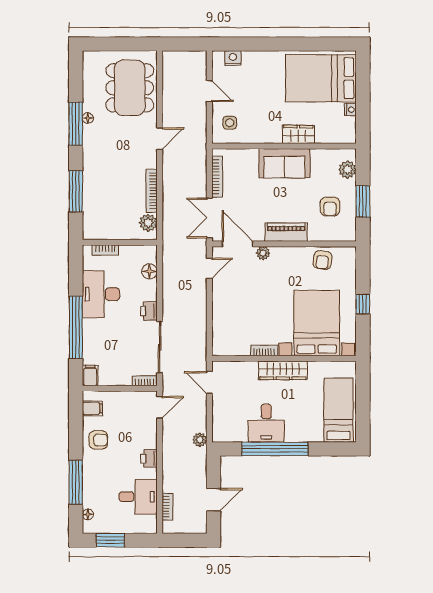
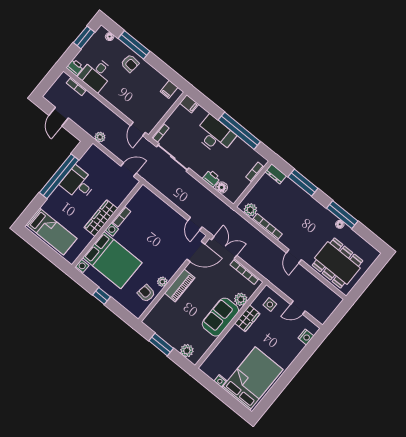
wardrobe: (298, 134) -> (247, 318), moved
plant: (249, 157) -> (241, 299), added
armchair: (330, 207) -> (174, 323), removed
dresser: (90, 227) -> (276, 174), added
plant: (263, 253) -> (162, 282), moved
desk: (101, 294) -> (215, 135), moved
printer: (149, 311) -> (211, 178), moved
window: (76, 327) -> (239, 131), moved
armchair: (98, 440) -> (130, 63), moved, turned -84
printer: (149, 458) -> (75, 67), moved

